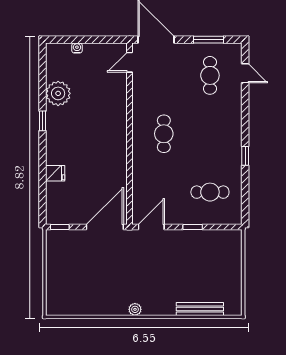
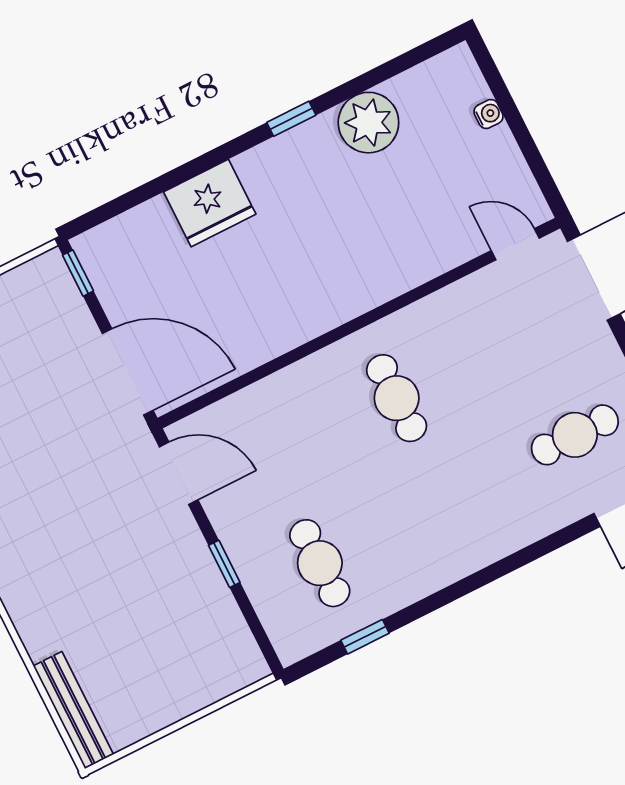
cafe table: (164, 134) -> (397, 398), turned 90
window: (245, 156) -> (365, 637), moved
fridge: (55, 173) -> (210, 203), width x1.88, depth x1.34
bench: (200, 309) -> (73, 710), moved

